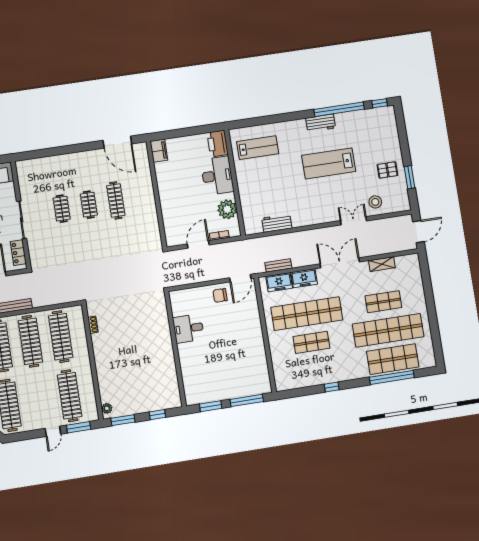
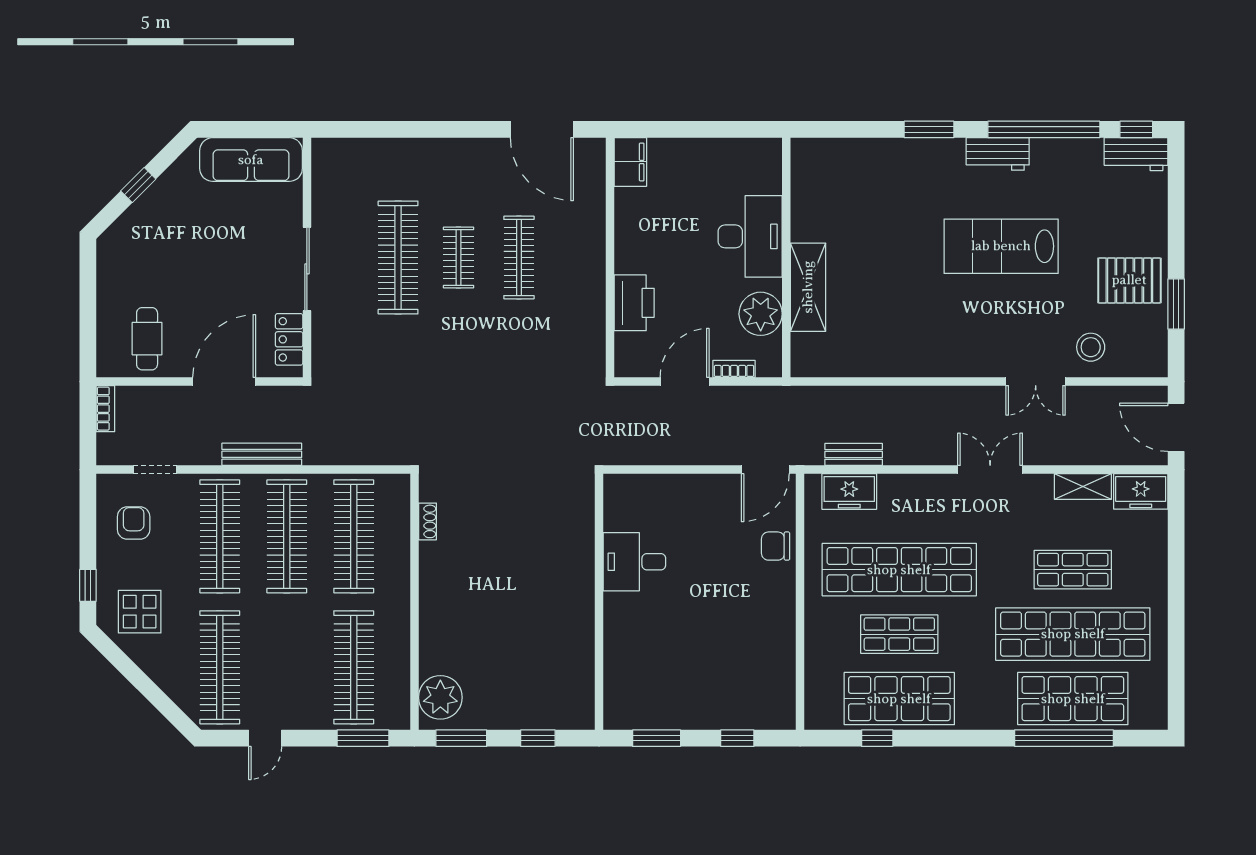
window: (289, 117) -> (929, 129), added
printer: (218, 144) -> (634, 303), moved, turned 180
lab bench: (258, 148) -> (849, 188), removed
pallet: (387, 170) -> (1129, 280), width x1.50, depth x1.42
shelving: (246, 194) -> (808, 287), added
clothes rail: (62, 209) -> (398, 257), width x1.86, depth x1.31
double door: (354, 221) -> (1036, 381), swing flipped
workbench: (277, 223) -> (1136, 154), moved, turned 180
door: (418, 232) -> (1176, 427), swing flipped
double door: (340, 263) -> (990, 470), width x0.73
freezer: (304, 278) -> (1141, 491), moved
chair: (220, 295) -> (776, 546), moved
shop shelf: (316, 371) -> (899, 699), added
window: (332, 387) -> (877, 738), moved
window: (247, 400) -> (737, 738), width x0.46
plant: (107, 408) -> (440, 697), width x1.88, depth x1.88
door: (53, 431) -> (265, 738), moved

